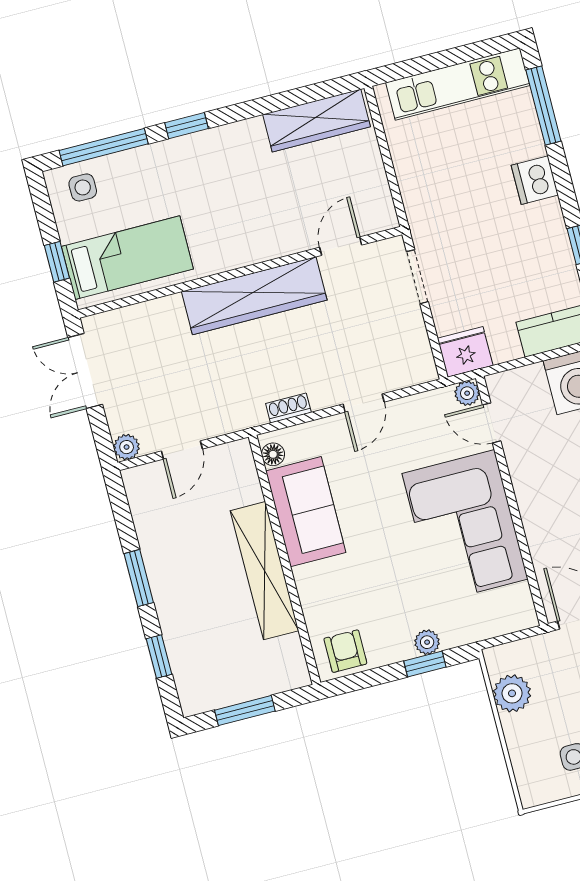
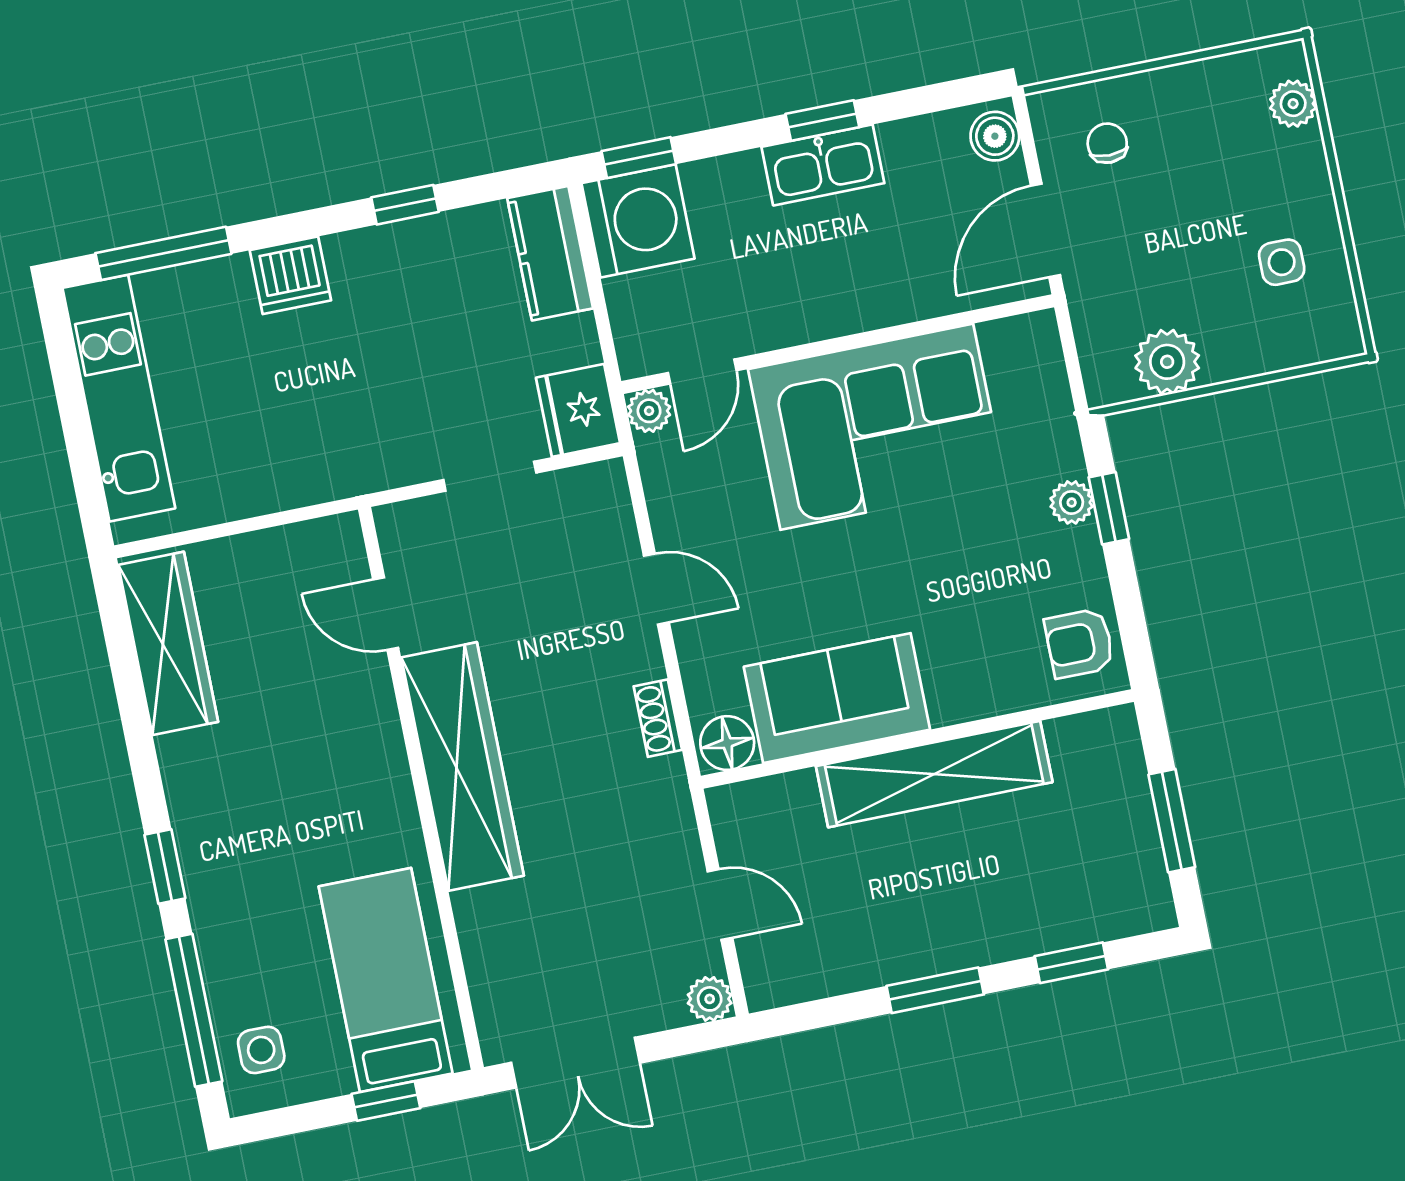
doorway: (417, 277) -> (490, 476), moved
floor lamp: (273, 454) -> (727, 743), width x1.37, depth x1.37

